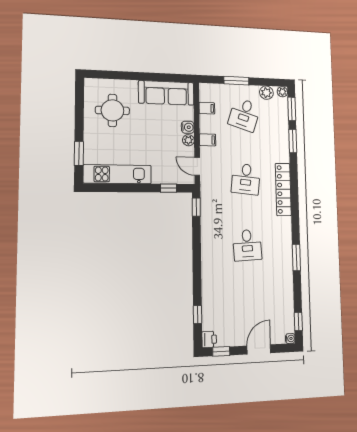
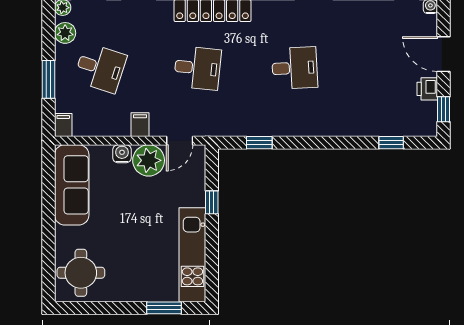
filing cabinet: (207, 108) -> (63, 125), moved
round table: (112, 110) -> (81, 273), moved
plant: (188, 140) -> (149, 160), width x1.88, depth x1.88
window: (169, 188) -> (212, 202), moved
window: (196, 207) -> (259, 143), moved
printer: (209, 339) -> (427, 89), moved, turned -90

